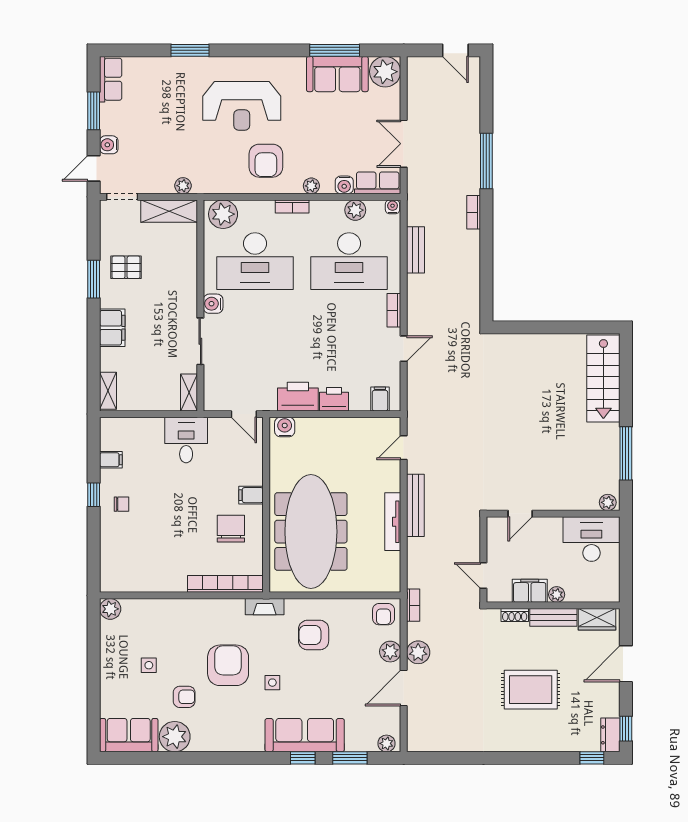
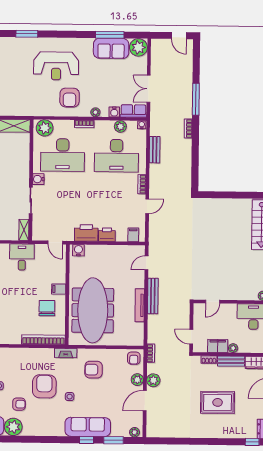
plant: (183, 186) -> (22, 111), removed

